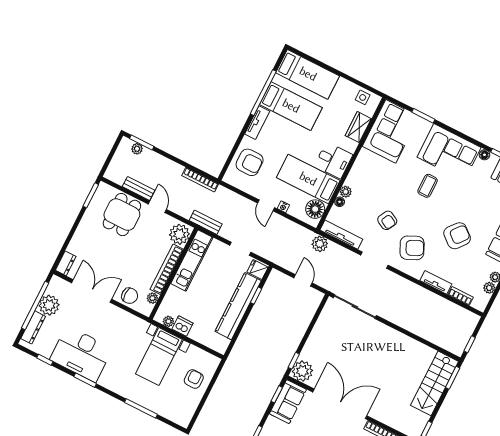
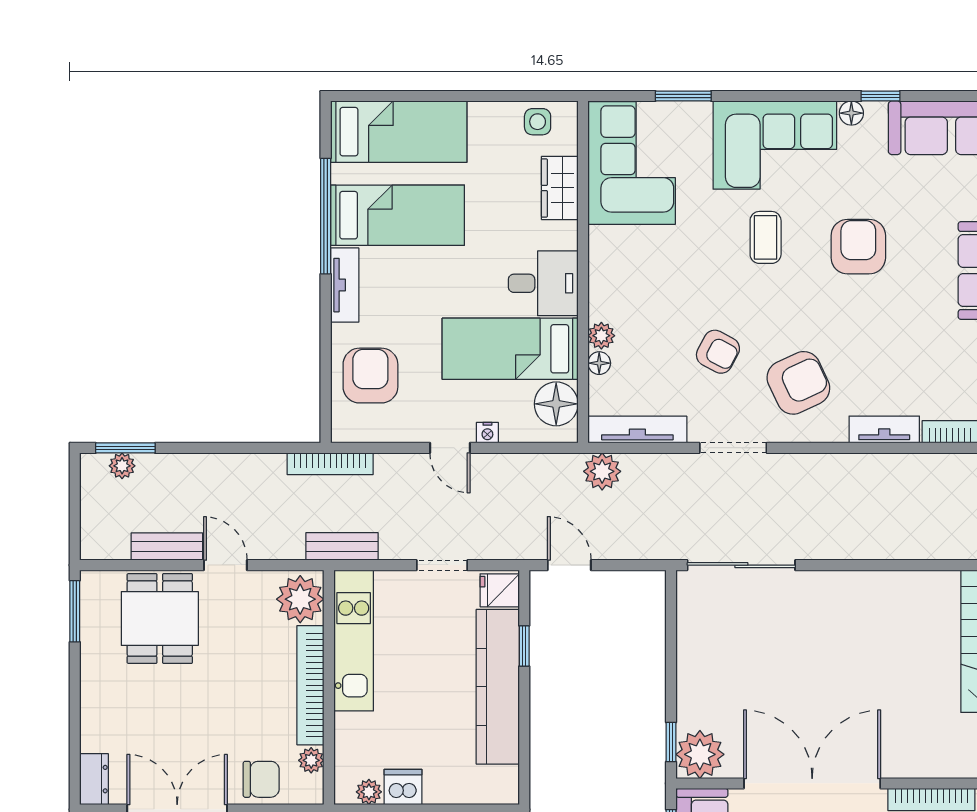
armchair: (250, 162) -> (370, 376), turned -90
bookcase: (200, 180) -> (330, 464), moved
armchair: (457, 236) -> (858, 247), moved, turned -40
door: (303, 280) -> (569, 565), moved

